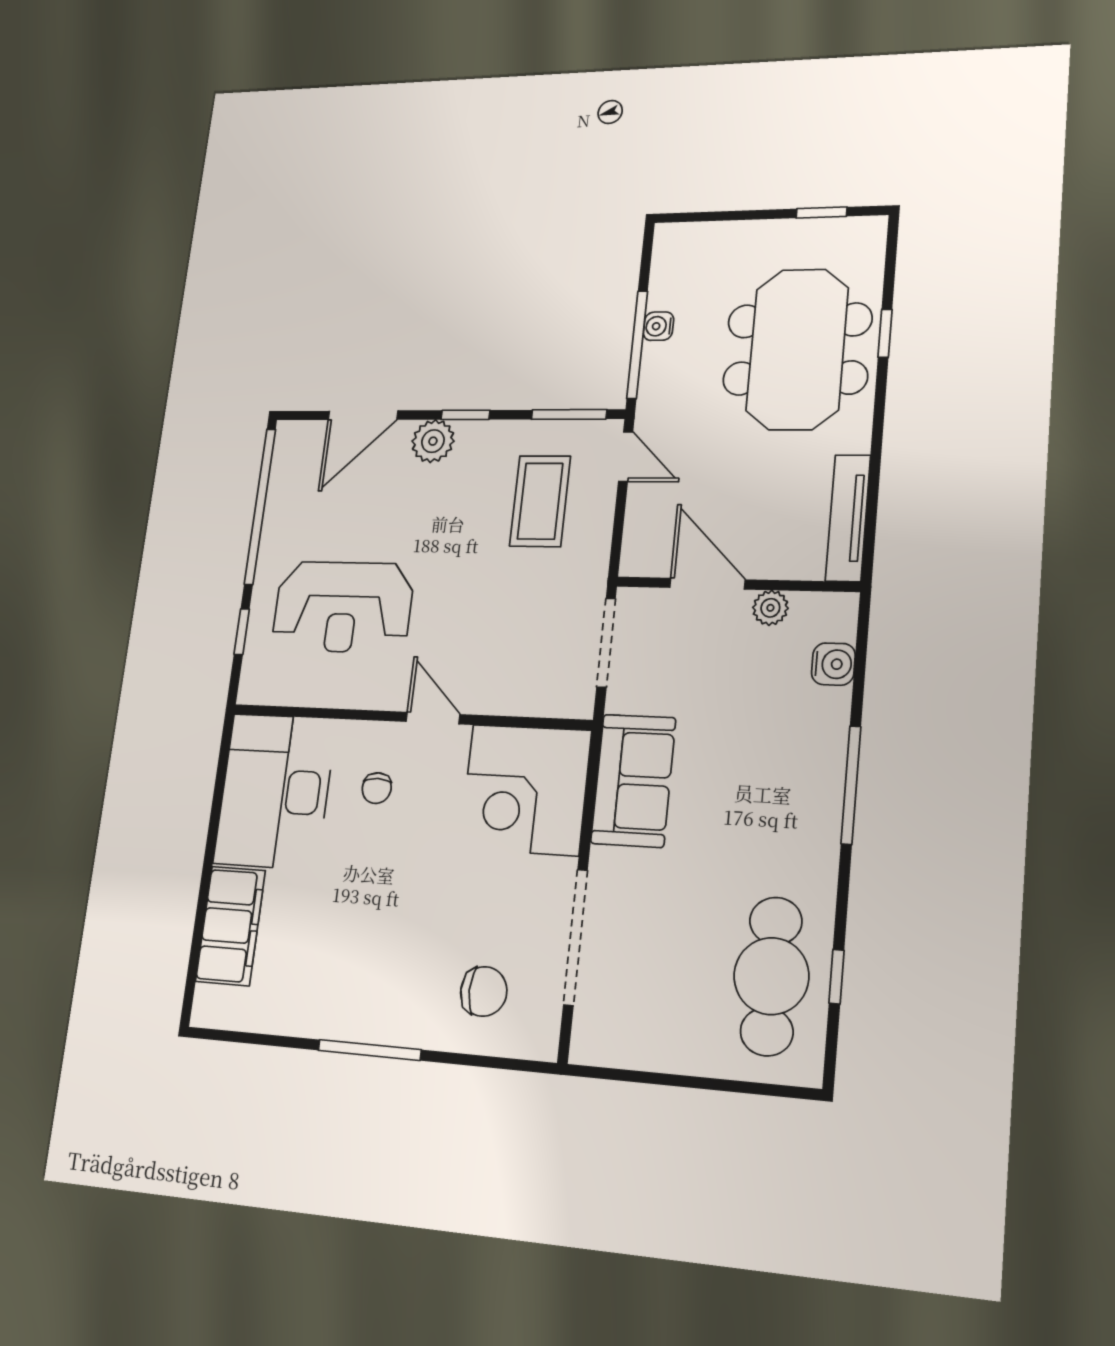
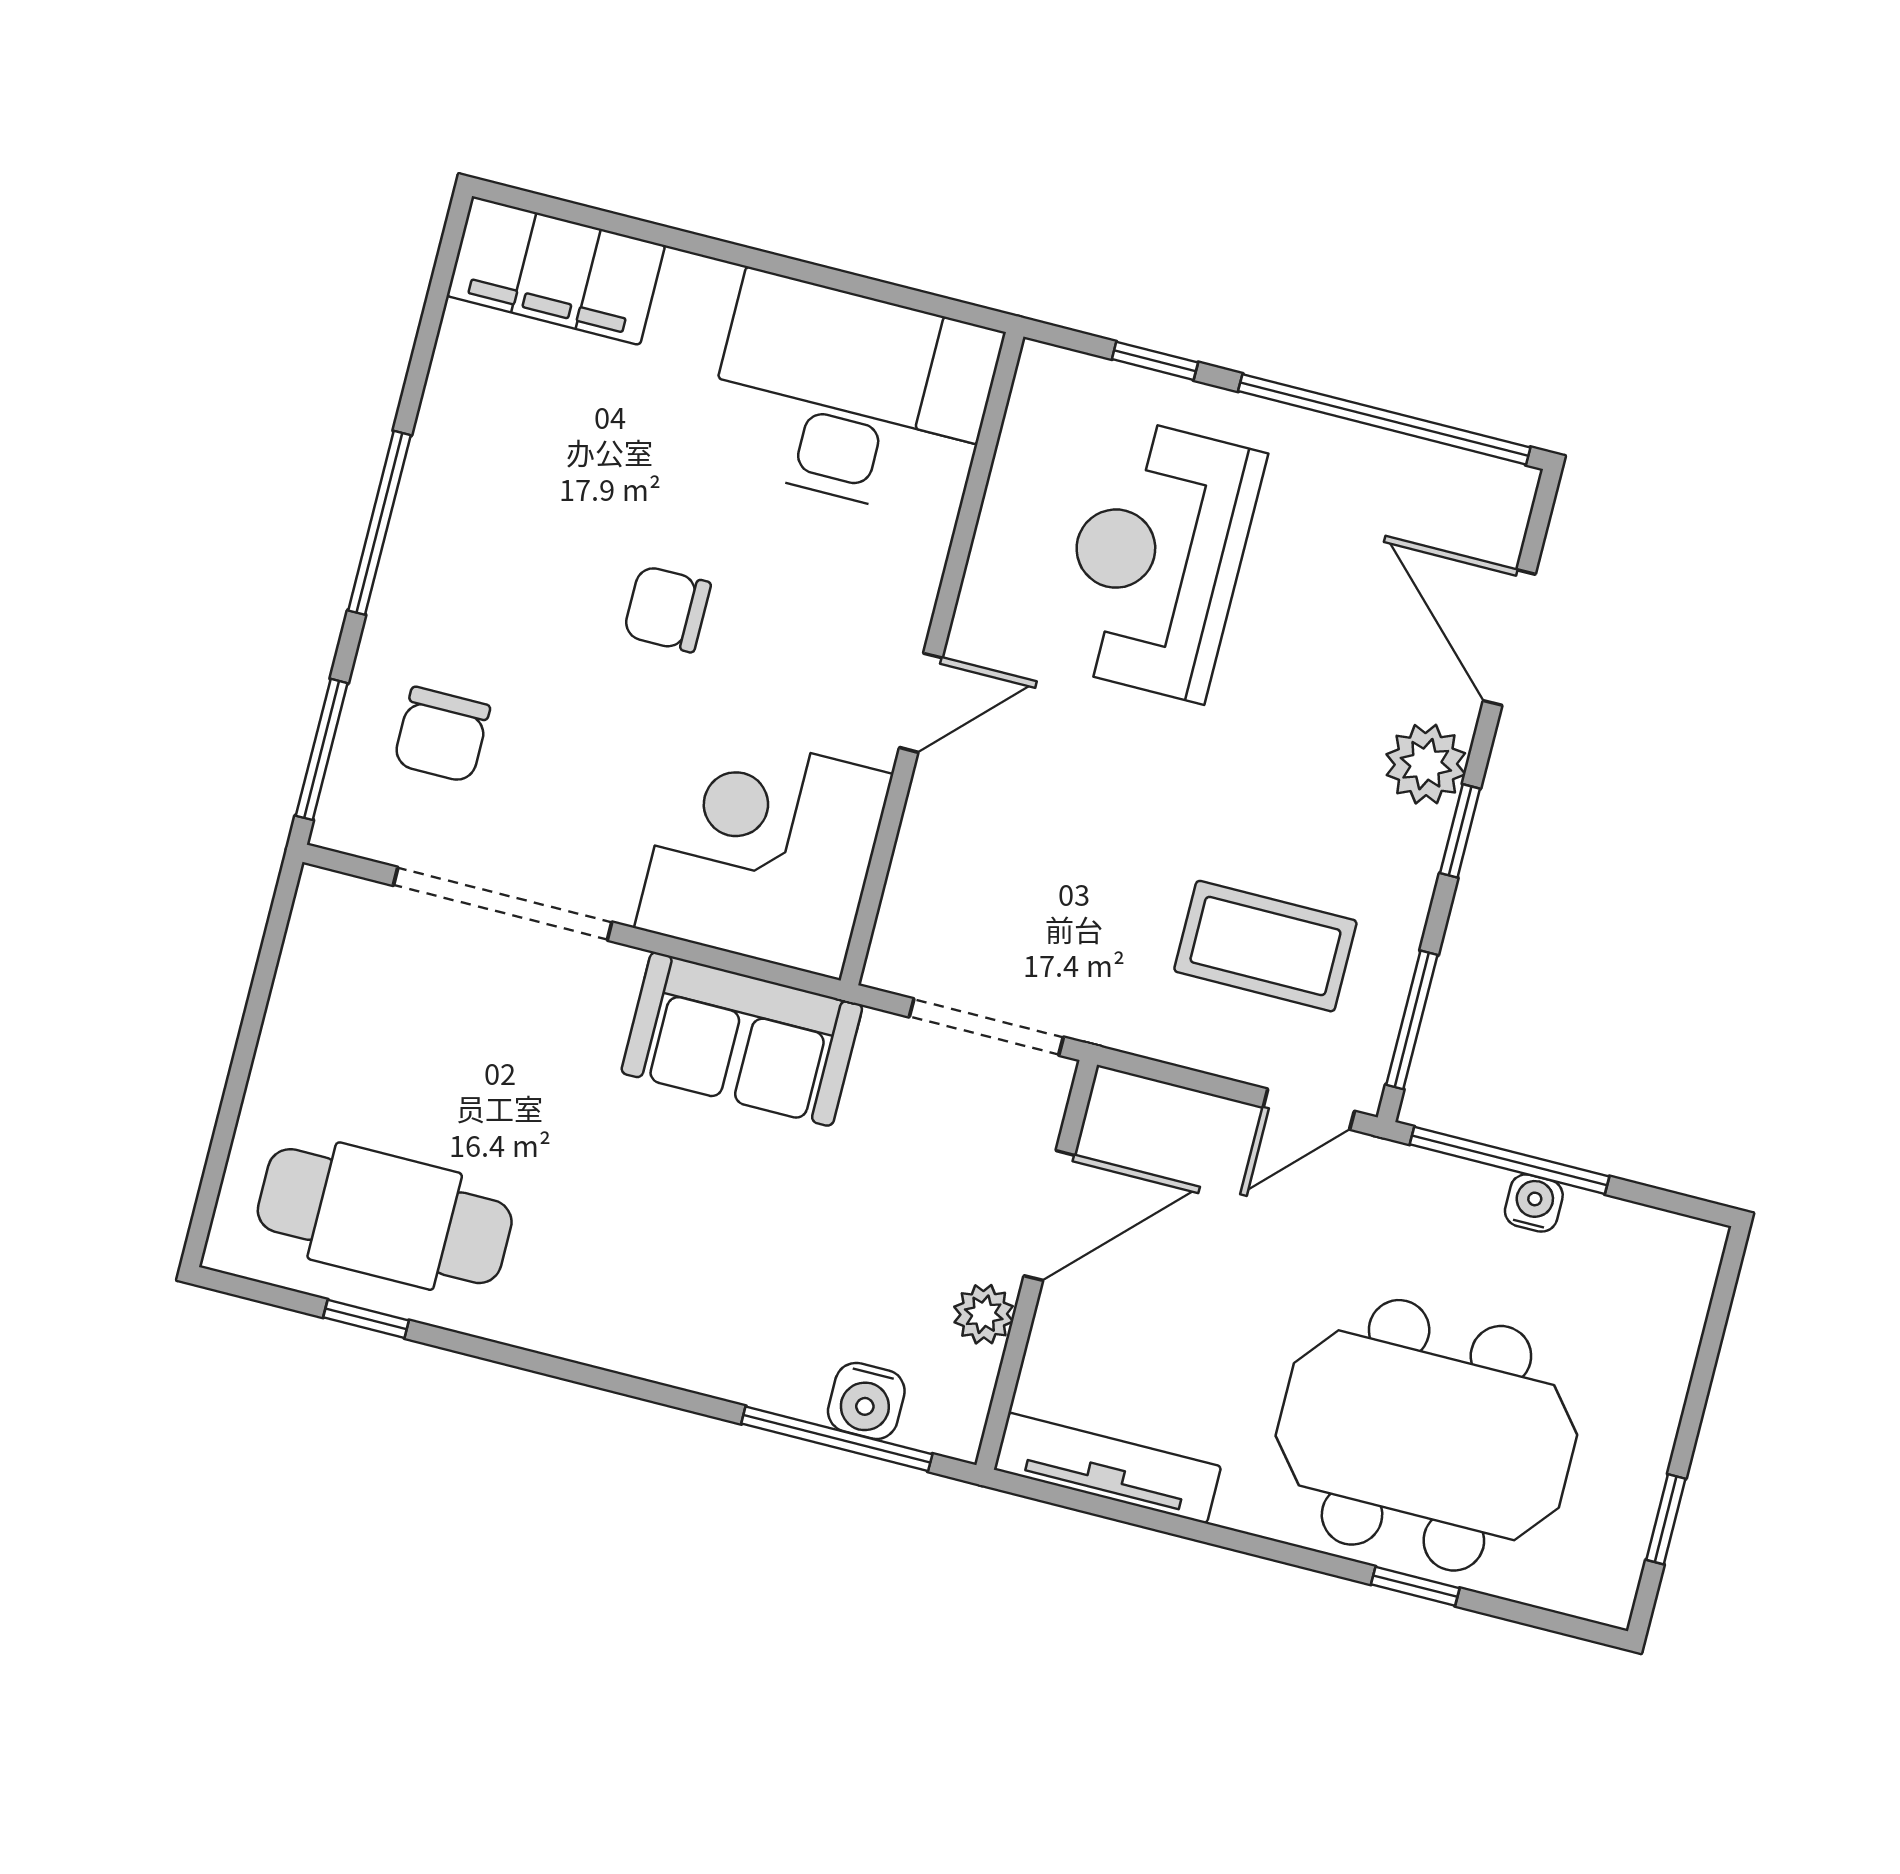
window: (851, 785) -> (837, 1439), moved
chair: (377, 788) -> (667, 609), moved, width x1.37, depth x1.37
filing cabinet: (231, 926) -> (556, 271), moved
window: (501, 1063) -> (322, 749), added

